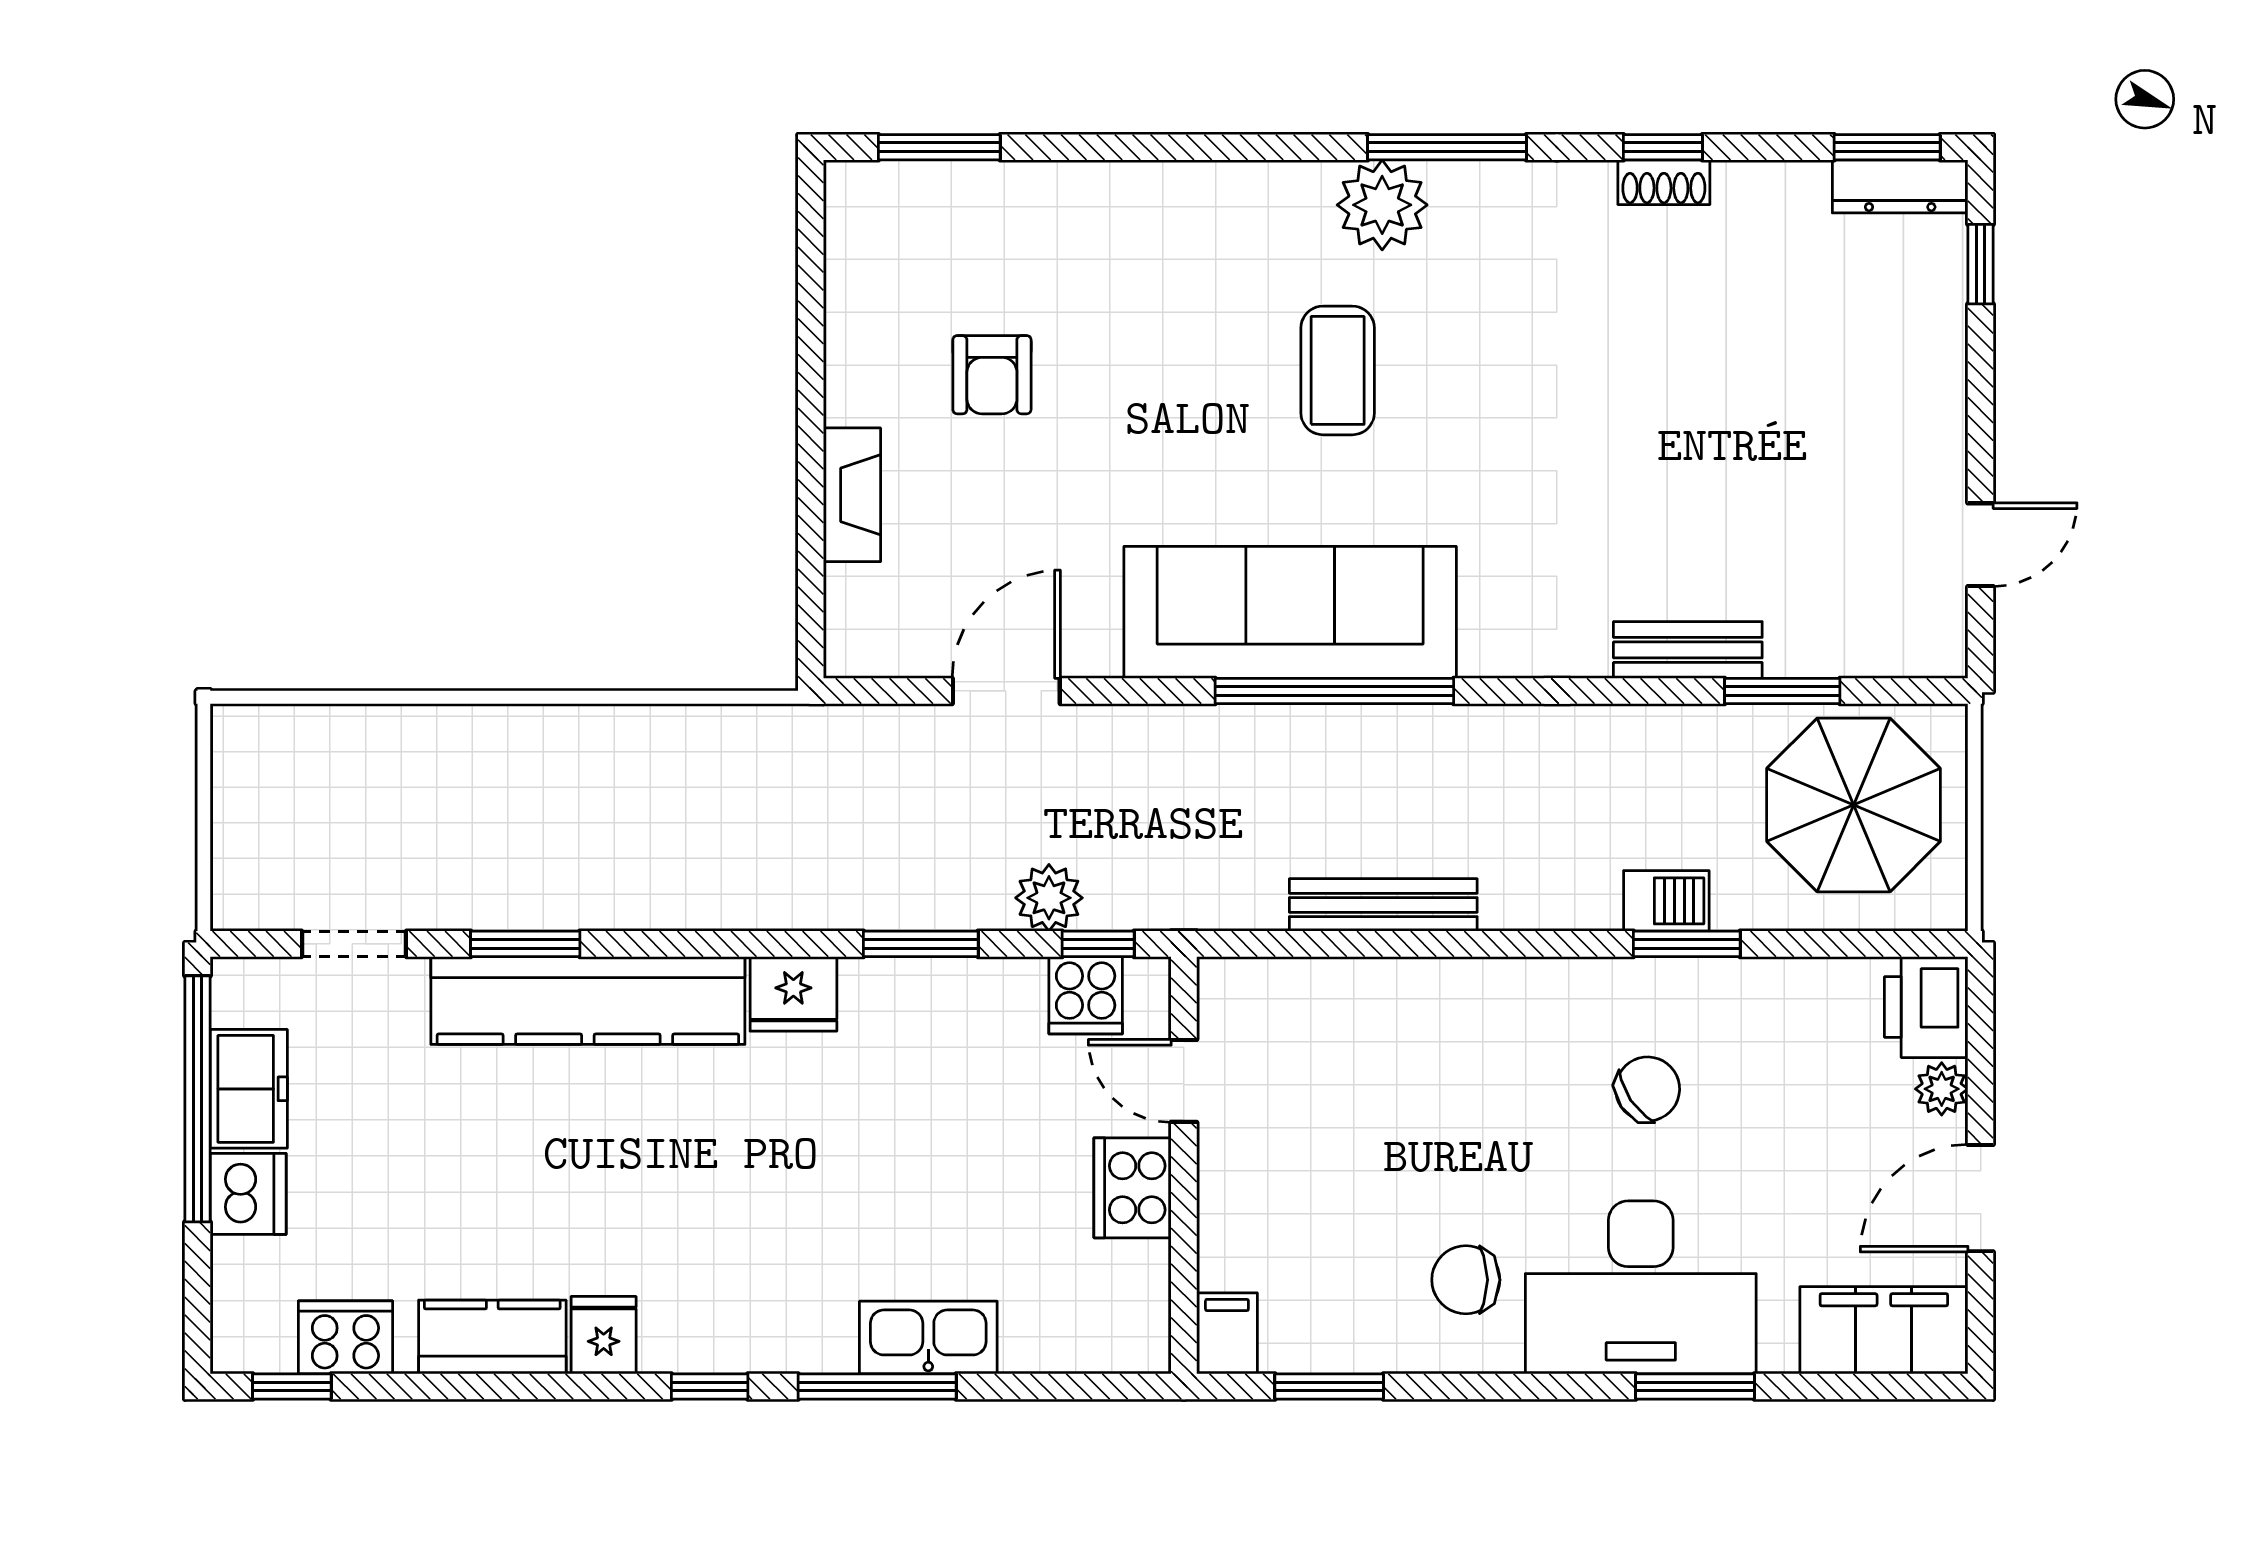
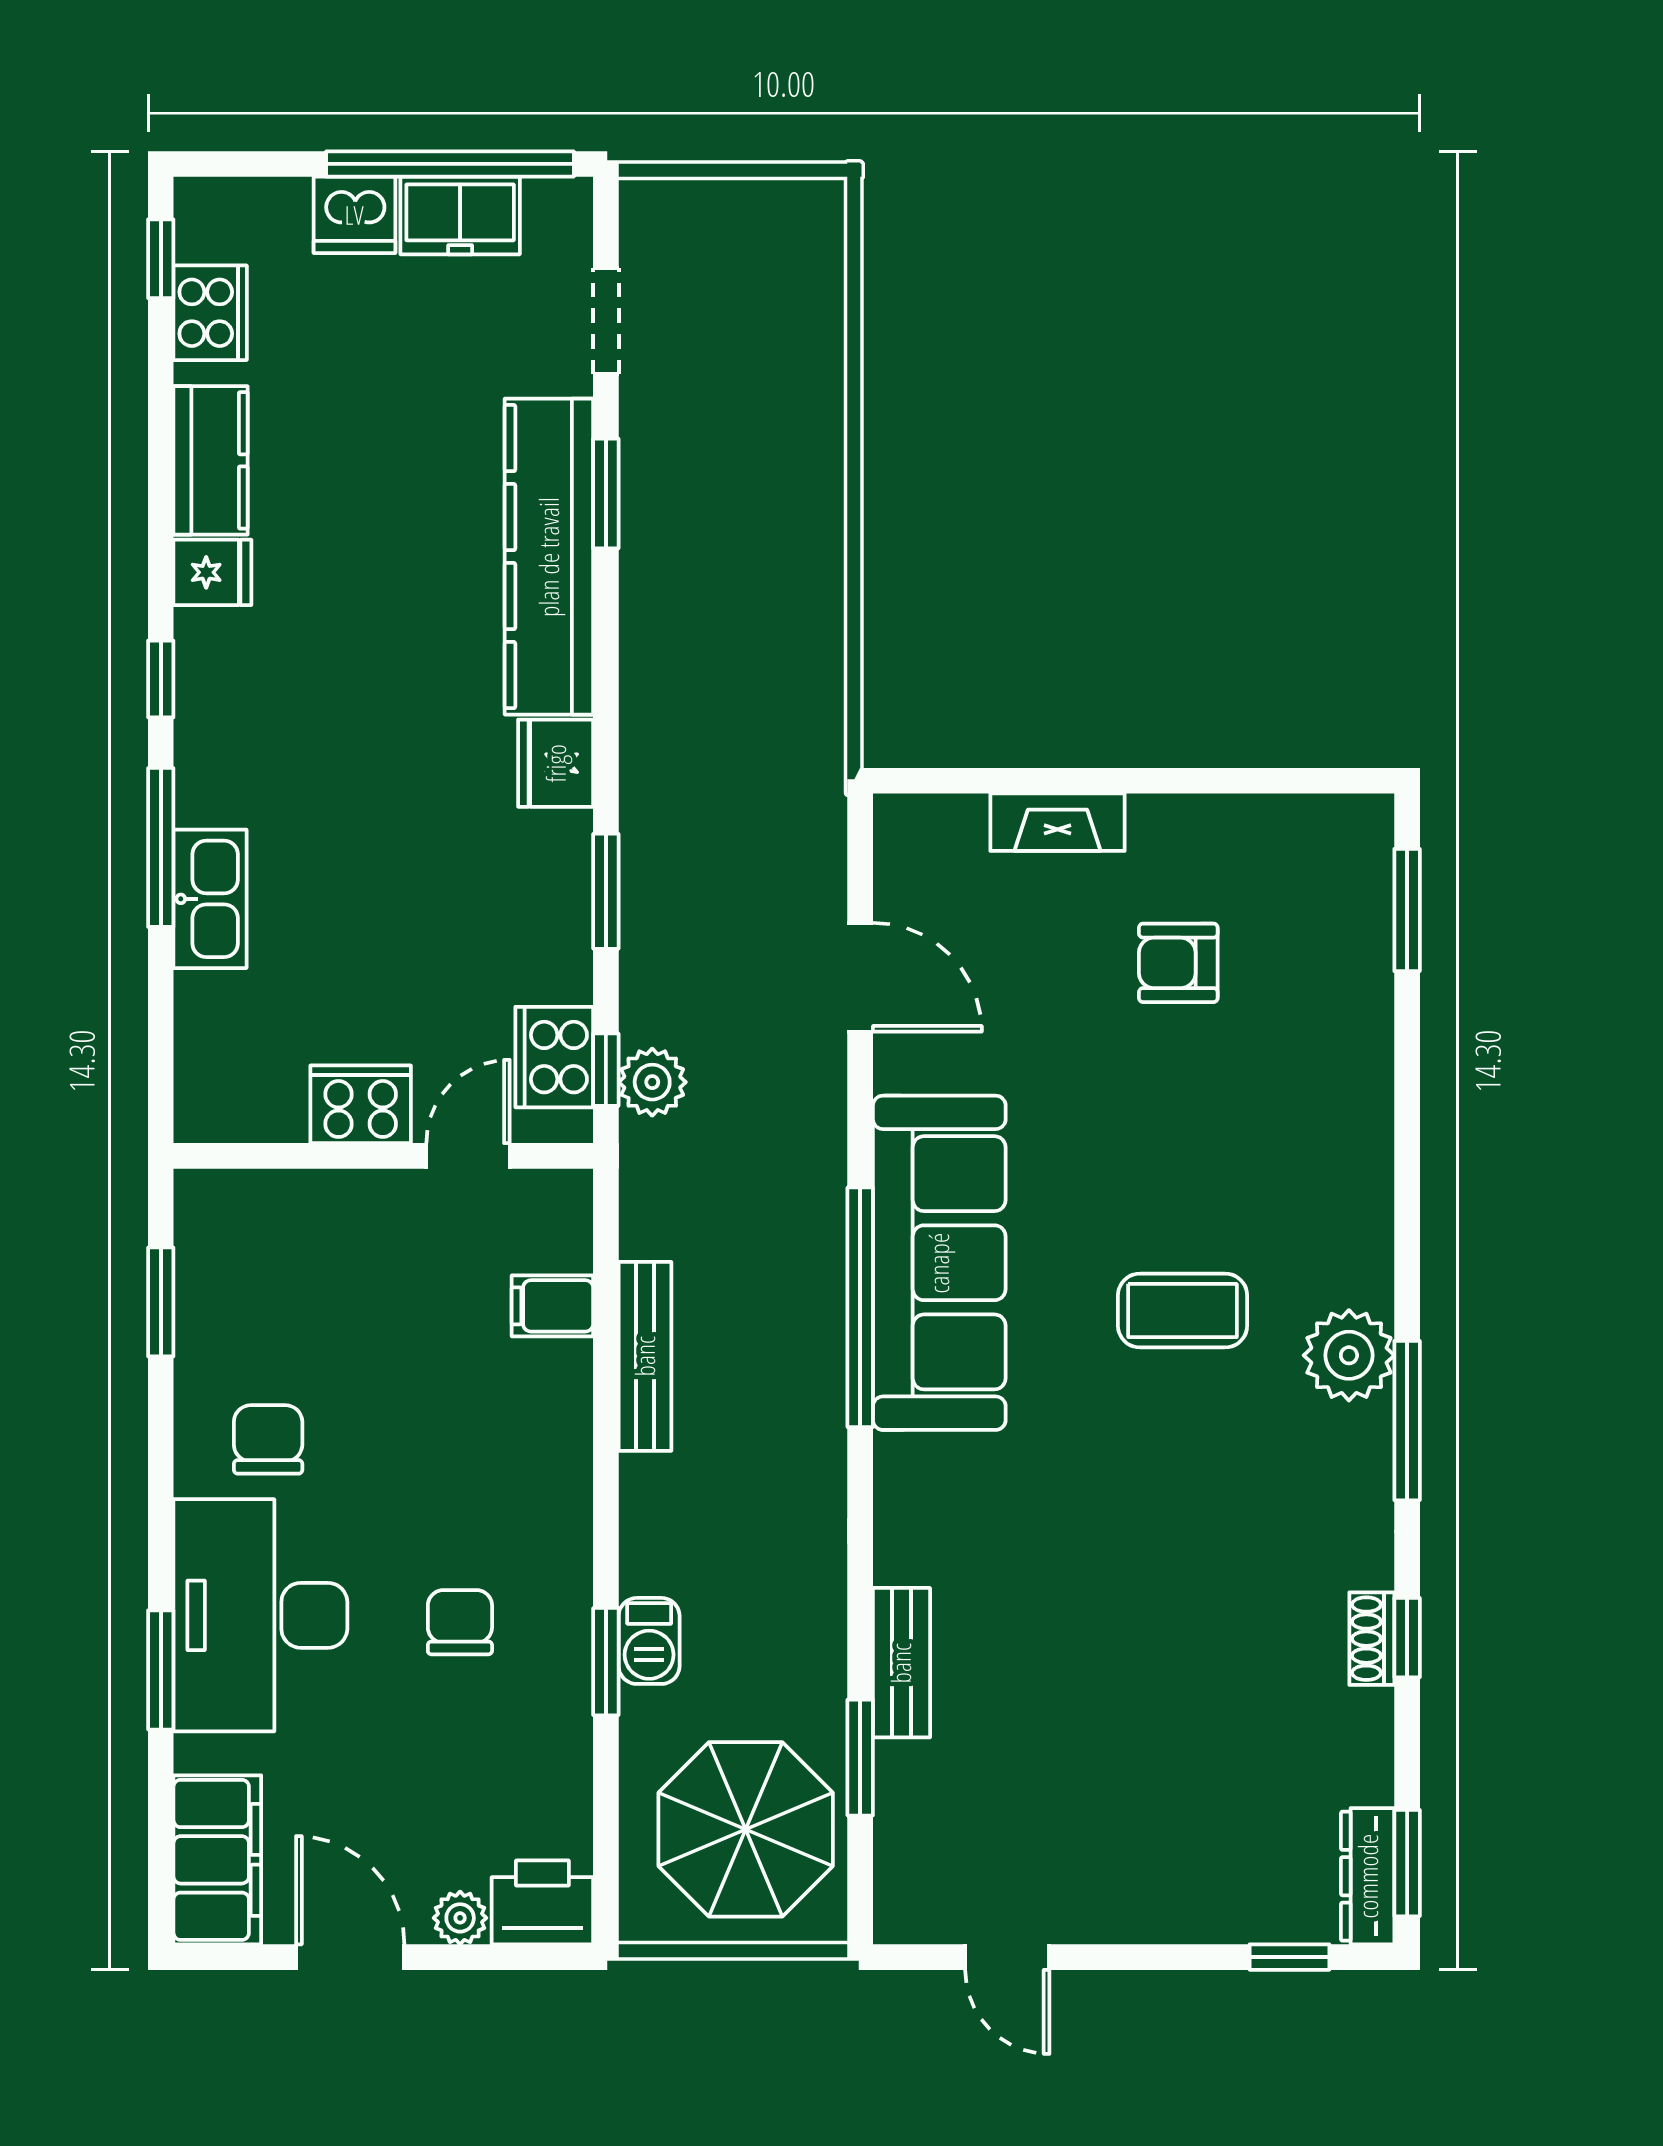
plant: (1049, 898) -> (652, 1082), moved
cooker: (1086, 995) -> (554, 1057), width x1.36
chair: (1648, 1089) -> (460, 1622), turned -146
filing cabinet: (1227, 1333) -> (552, 1306), moved, turned 180

